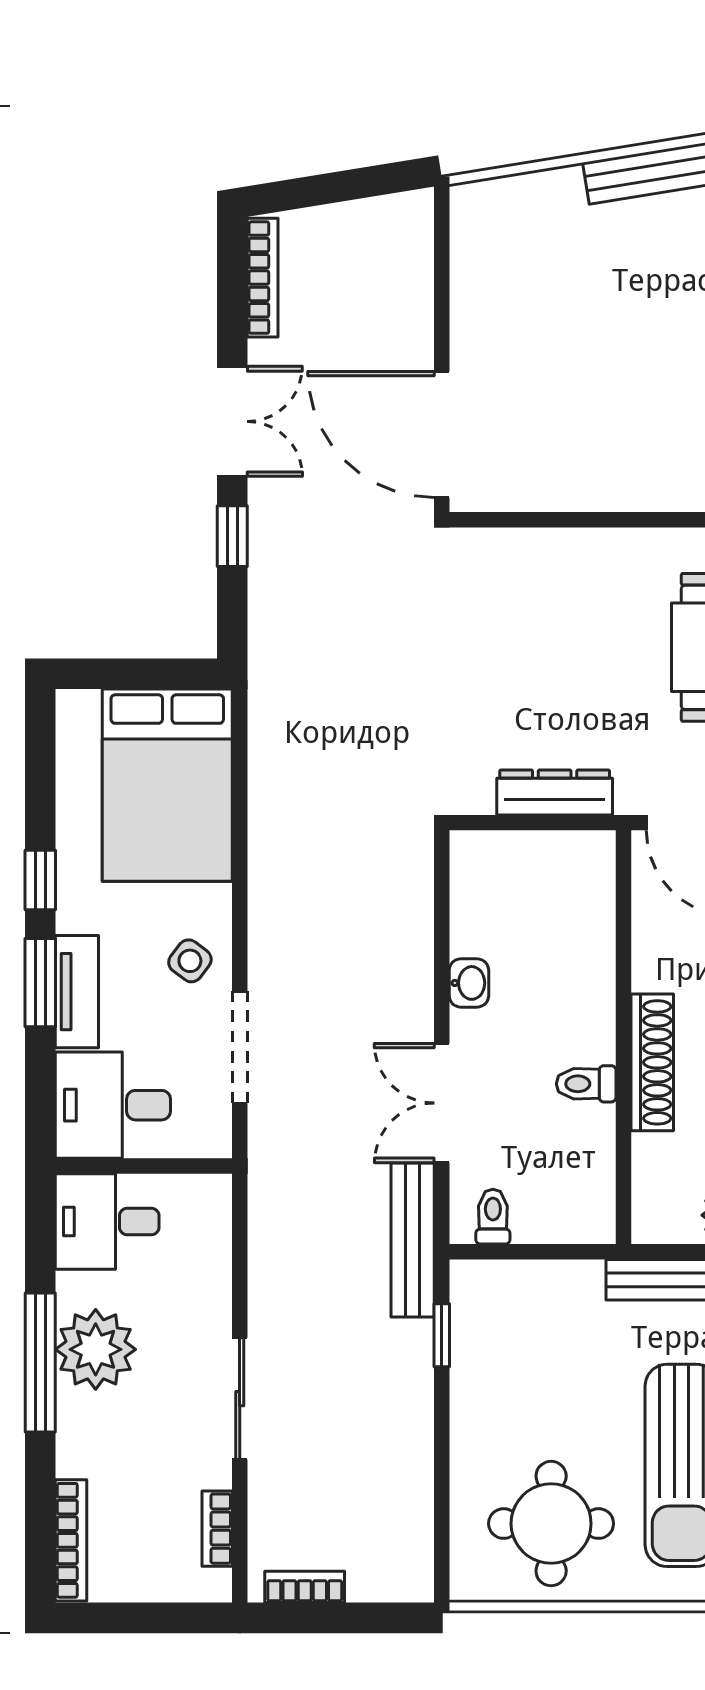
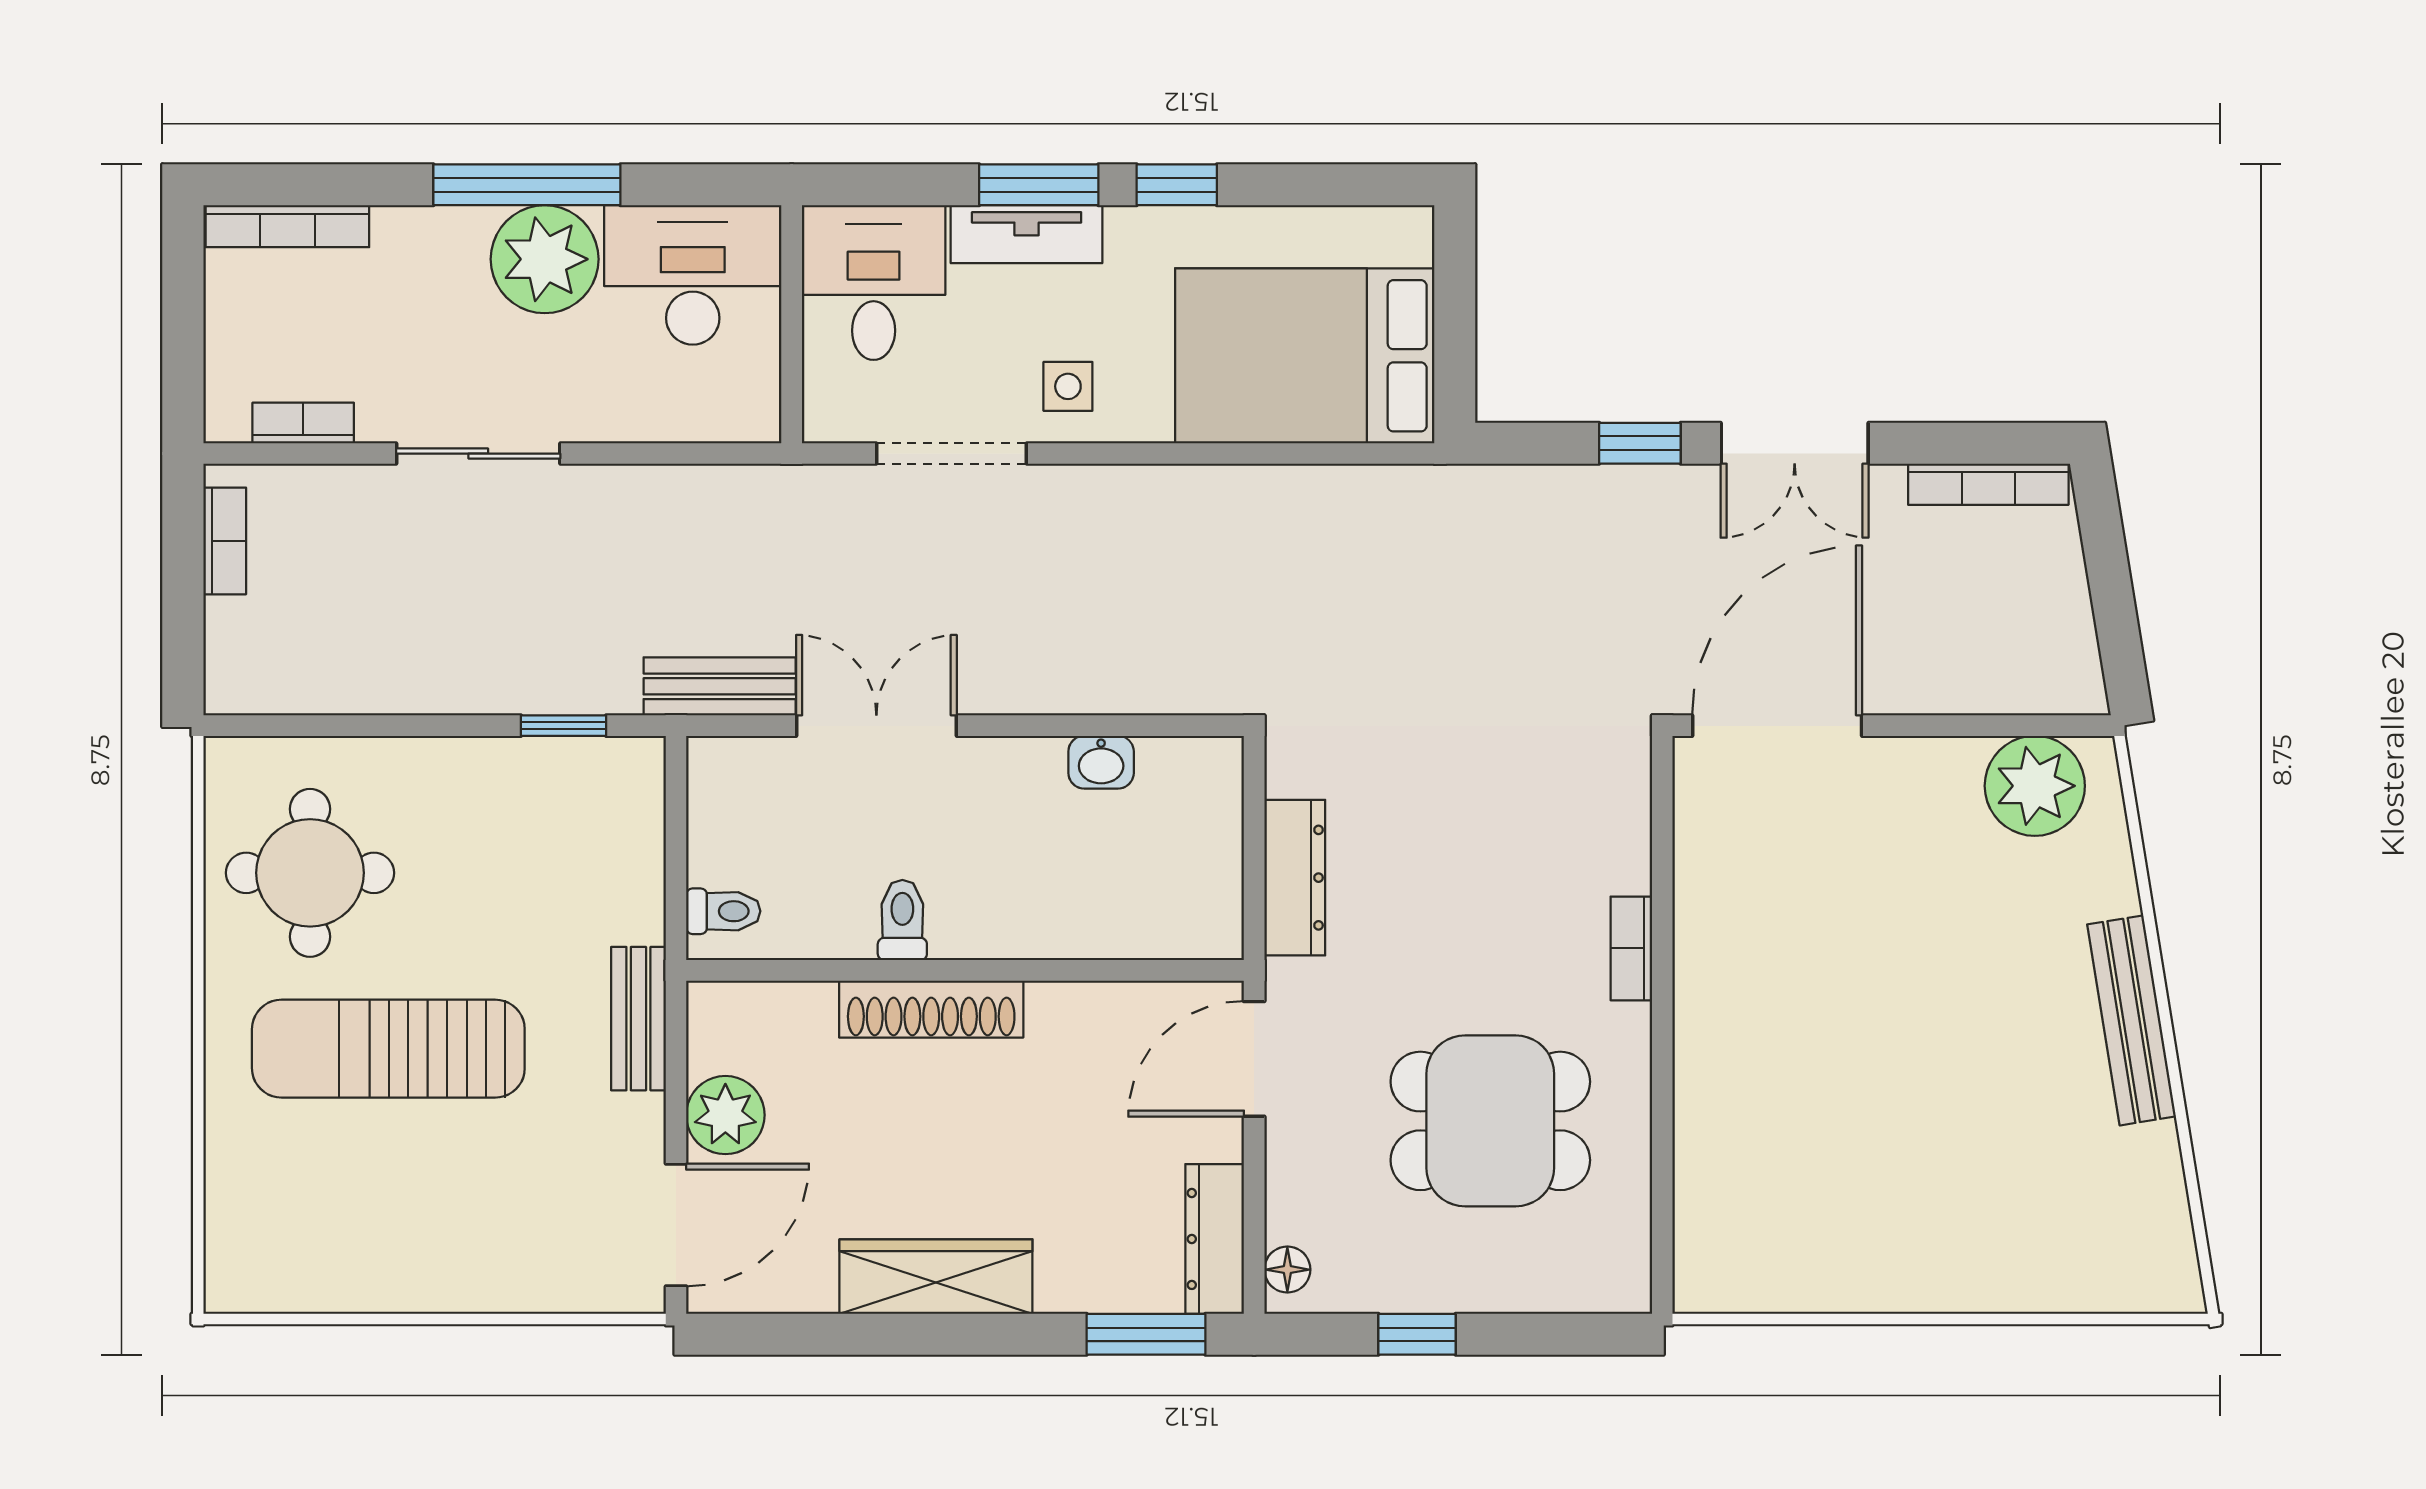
plant: (486, 243) -> (2035, 786), added
bookcase: (607, 543) -> (1631, 948), added
side table: (190, 961) -> (1068, 386), turned -37
washbasin: (469, 983) -> (1101, 762), moved
toilet: (493, 1217) -> (723, 911), moved
desk: (107, 1222) -> (693, 275), width x1.37
bench: (413, 1240) -> (720, 686), width x0.73

